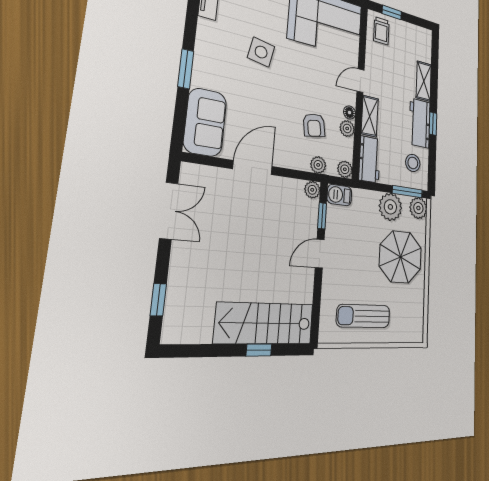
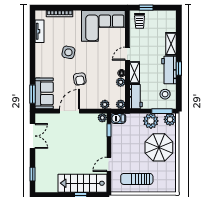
window: (186, 69) -> (33, 94), moved
armchair: (314, 125) -> (80, 79), moved
door: (320, 254) -> (109, 164), moved

